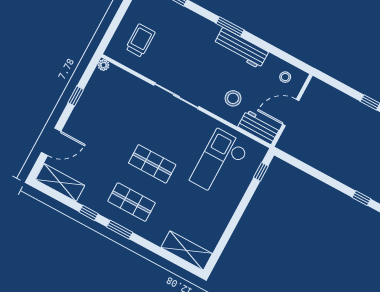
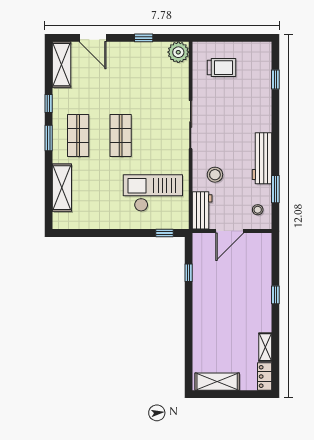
window: (230, 27) -> (275, 189), moved
plant: (103, 65) -> (178, 52), width x1.88, depth x1.88
door: (291, 112) -> (230, 231), swing flipped
window: (361, 198) -> (189, 273), moved
shelving: (187, 251) -> (62, 188), moved

